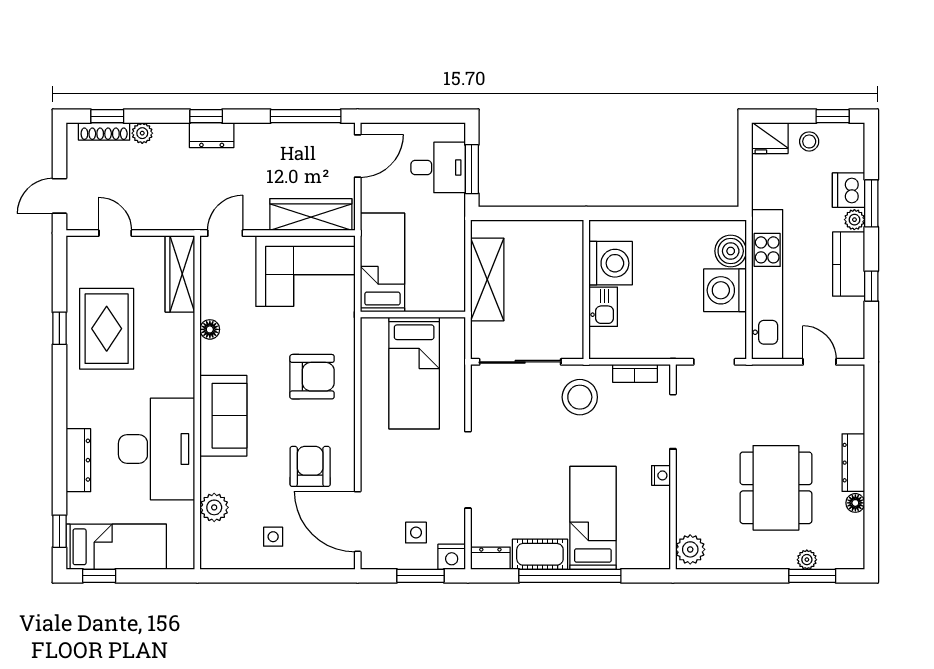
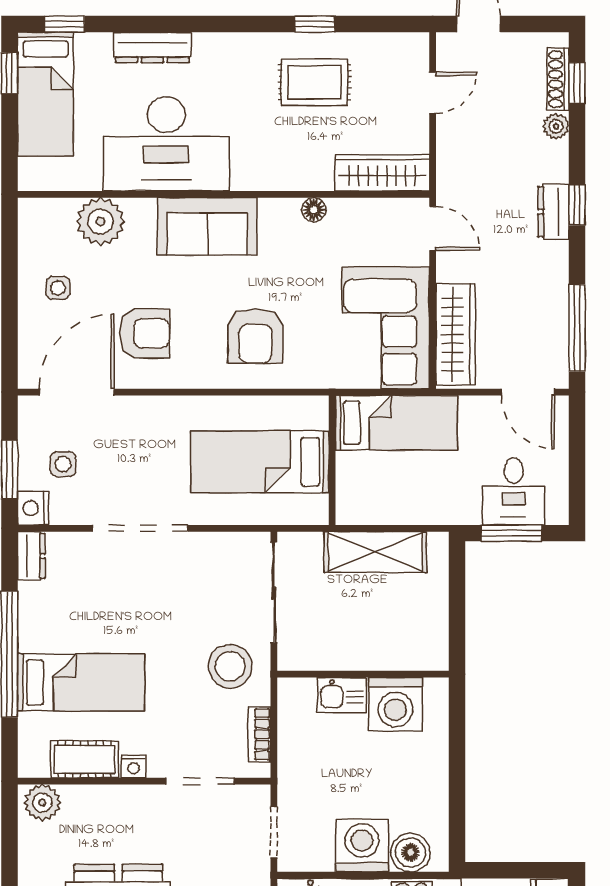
rug: (107, 329) -> (315, 82), width x0.73, depth x0.70
plant: (214, 507) -> (100, 221), width x1.36, depth x1.36
cot: (540, 554) -> (85, 759), moved, turned 90

